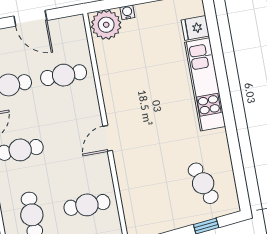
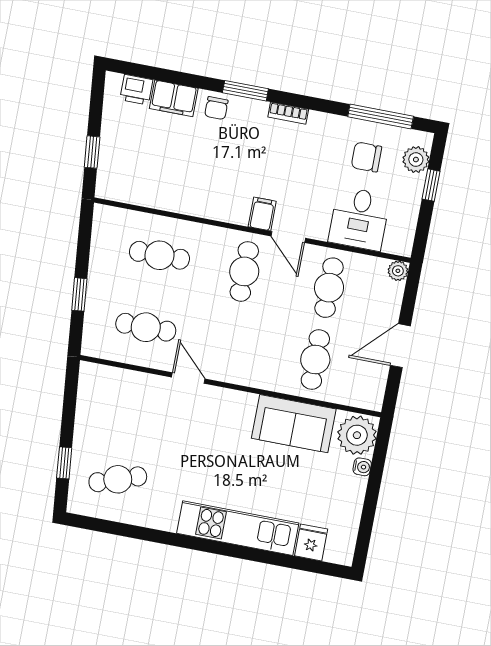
sofa: (115, 73) -> (294, 424), added
door: (108, 138) -> (188, 378), moved
cafe table: (87, 205) -> (146, 327), turned 90

